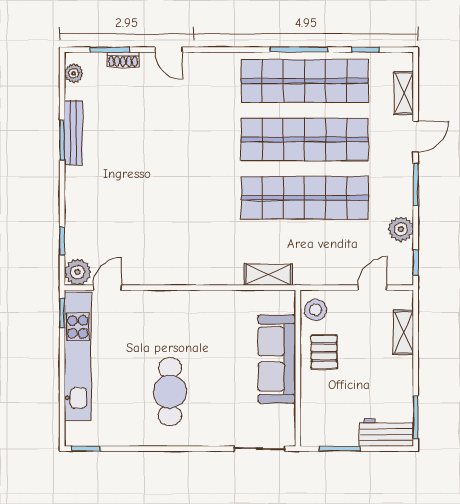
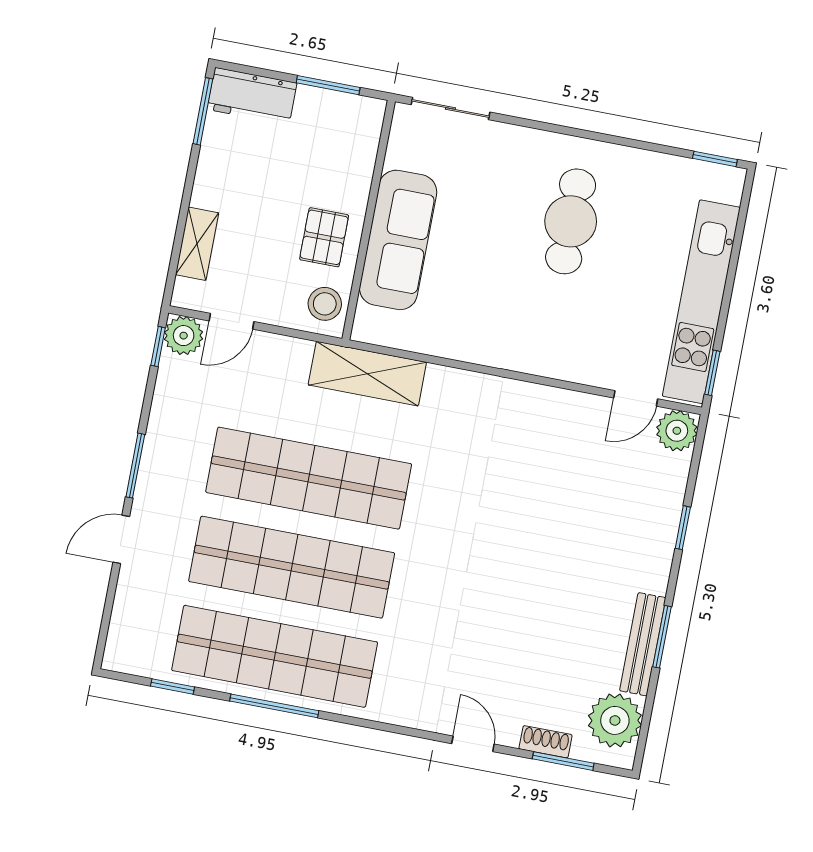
plant: (74, 73) -> (615, 720), width x1.88, depth x1.88
shelving: (404, 93) -> (127, 609), removed
plant: (401, 229) -> (184, 336), moved
window: (62, 241) -> (683, 528), moved
shelving: (268, 275) -> (367, 374), width x1.50, depth x1.33

